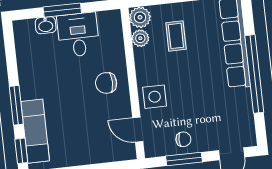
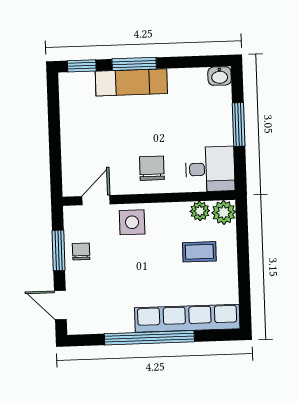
washbasin: (46, 25) -> (220, 76), moved, turned -90
desk: (78, 35) -> (210, 169), moved
exam couch: (35, 131) -> (131, 82), moved
chair: (183, 139) -> (81, 251), turned 180

